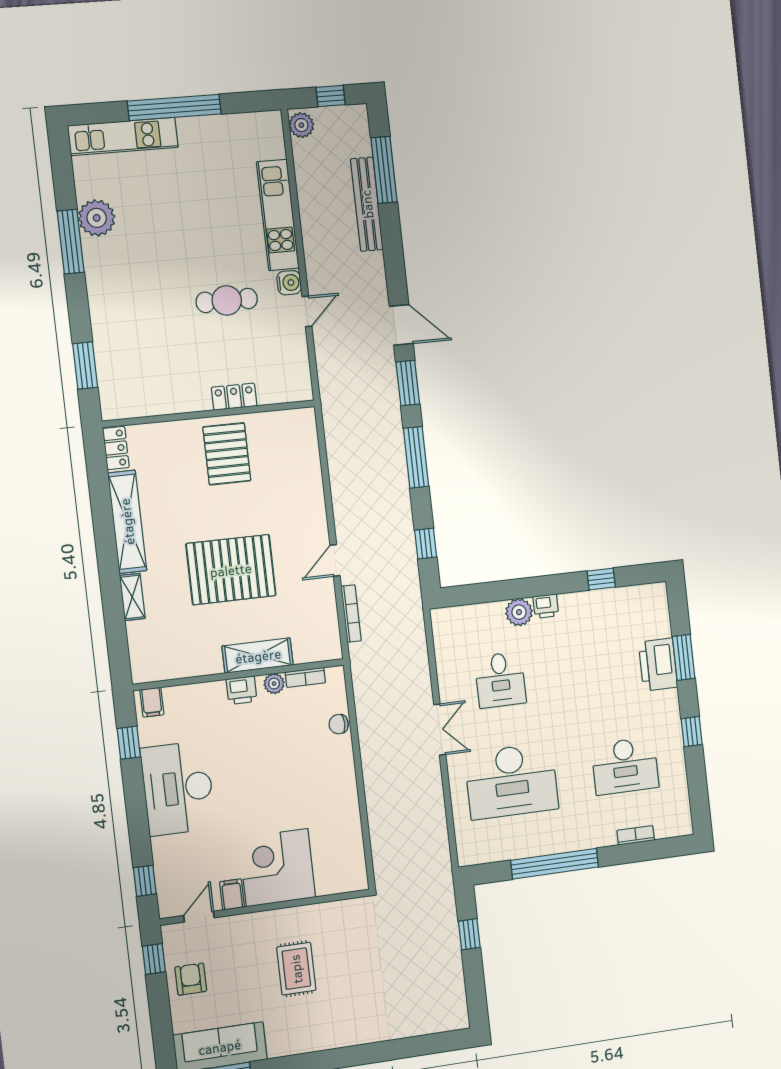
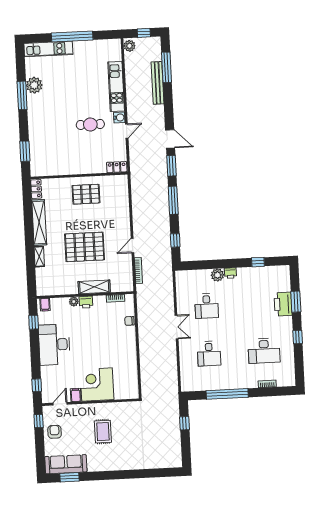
locker: (234, 397) -> (117, 167), moved
pallet: (227, 454) -> (86, 194), turned 90
plant: (274, 684) -> (74, 302), moved
desk: (512, 781) -> (209, 354), width x0.53, depth x0.77

